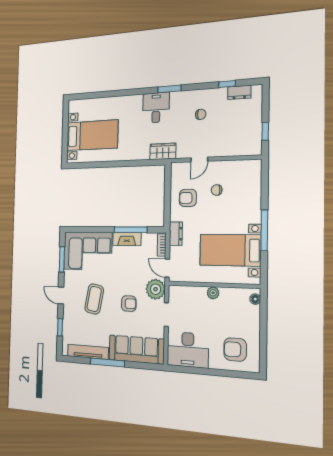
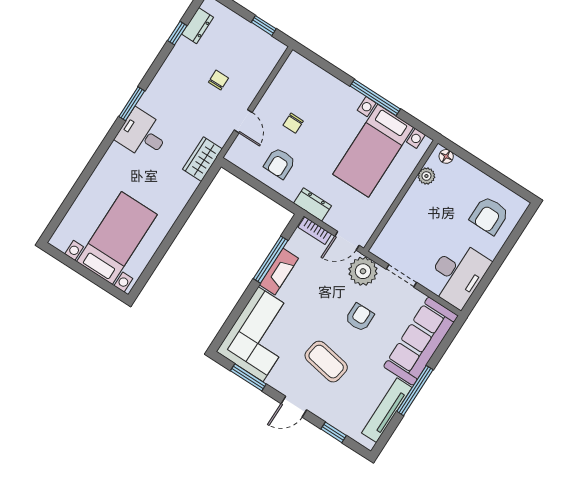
chair: (201, 114) -> (218, 80), moved
plant: (213, 293) -> (426, 176), moved

